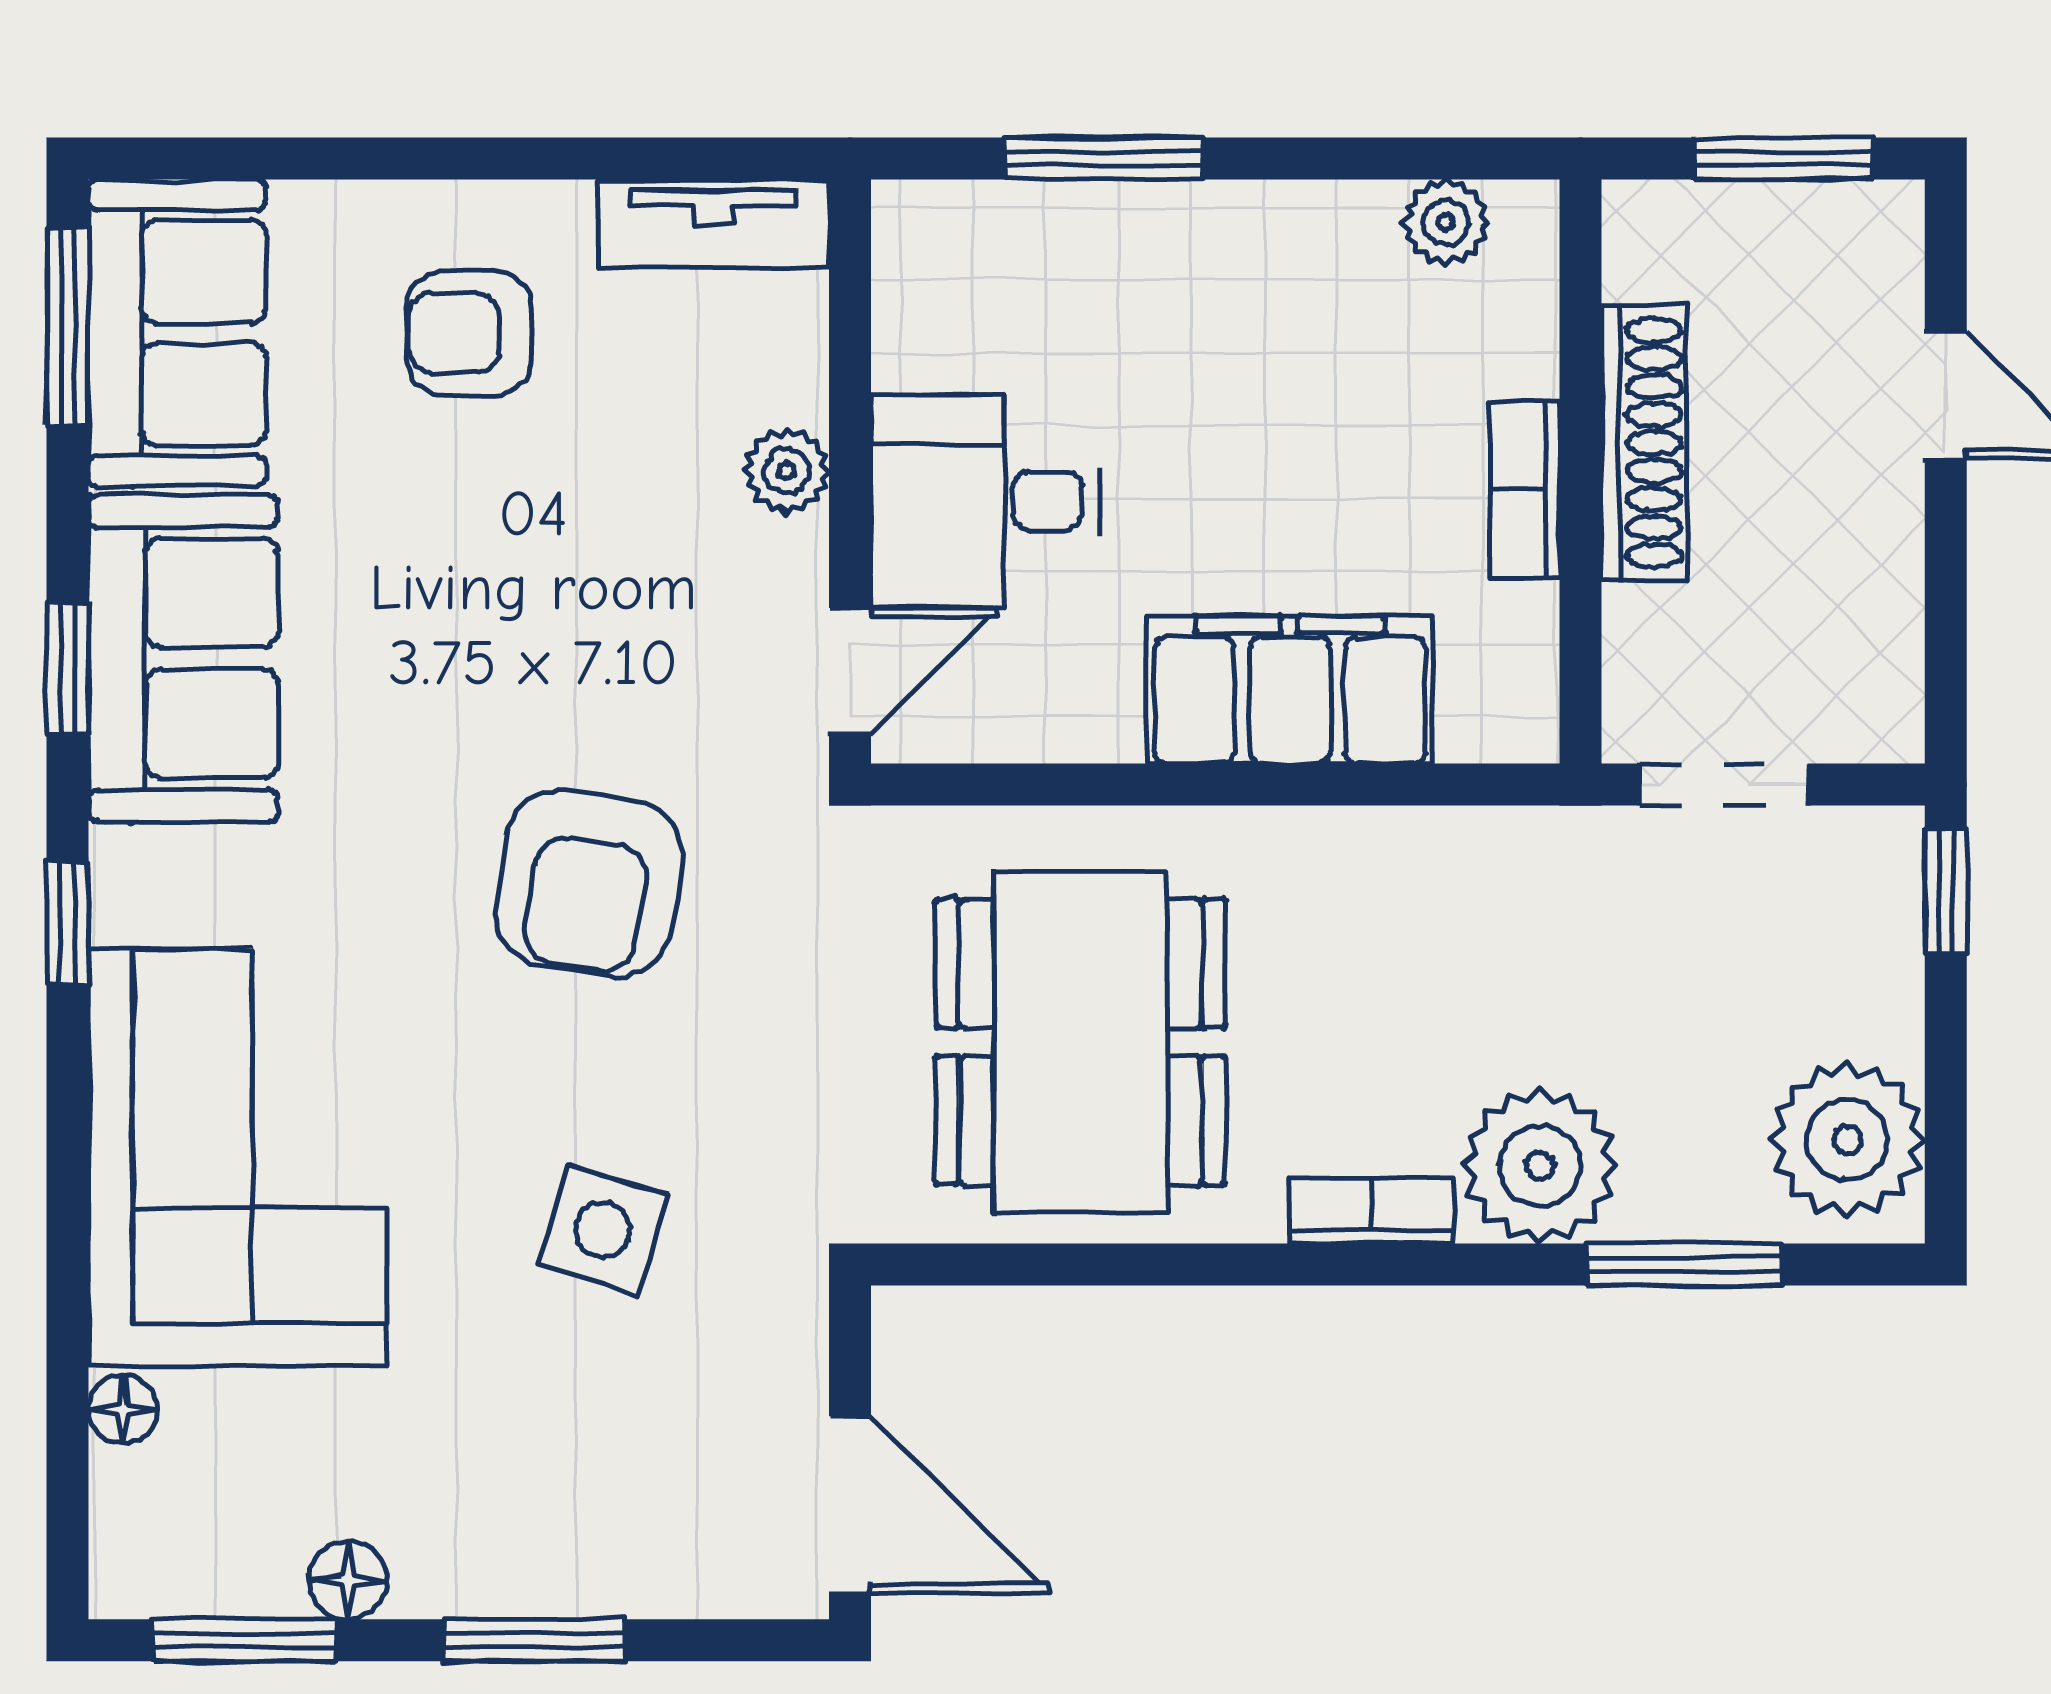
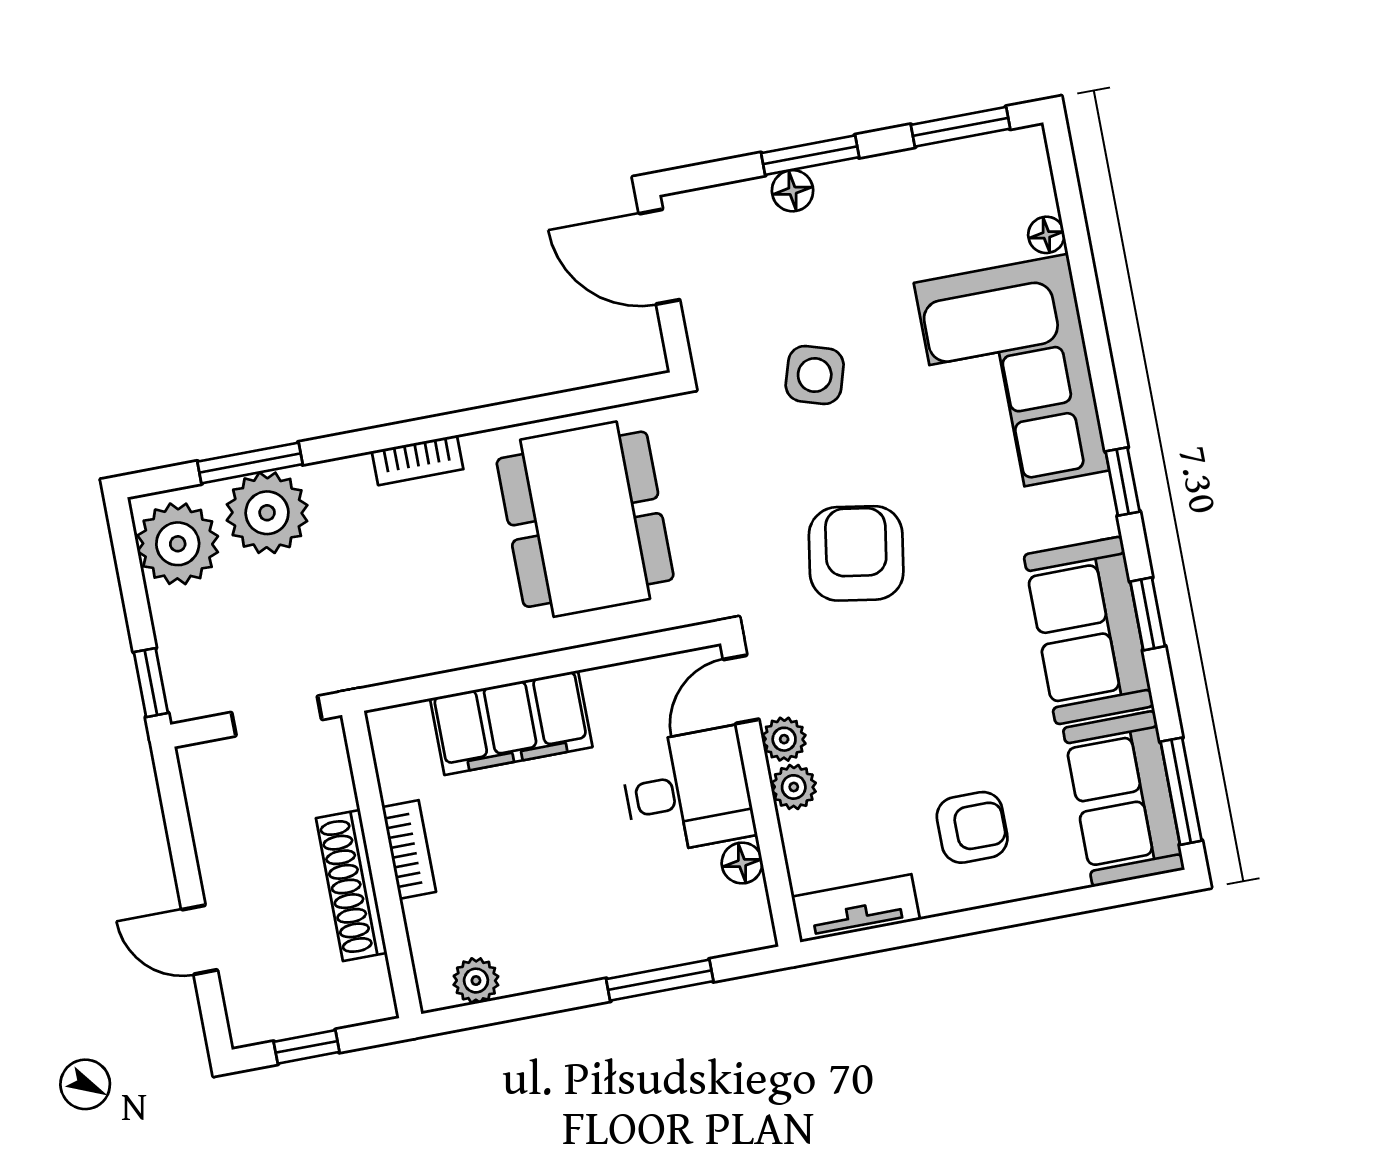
window: (1784, 159) -> (307, 1047), width x0.67
floor lamp: (910, 348) -> (742, 863), added
plant: (788, 563) -> (784, 739), added
plant: (1540, 1166) -> (267, 513), moved
floor lamp: (348, 1580) -> (793, 191), moved

